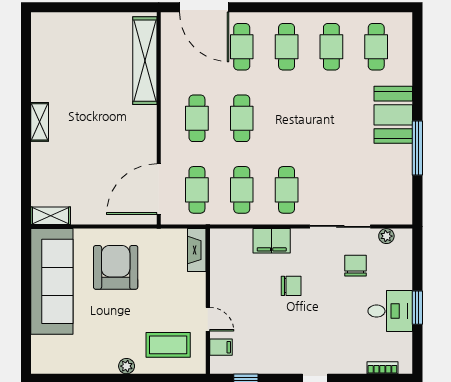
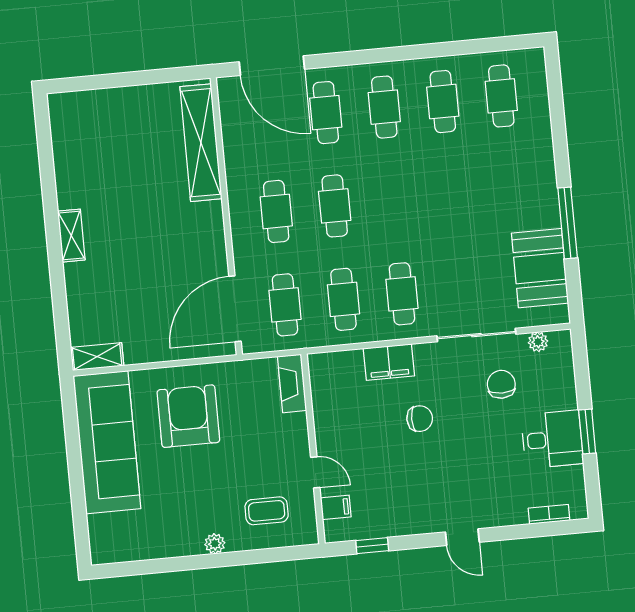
booth: (393, 115) -> (540, 268), moved
coffee table: (168, 345) -> (267, 511), width x0.73, depth x0.77

